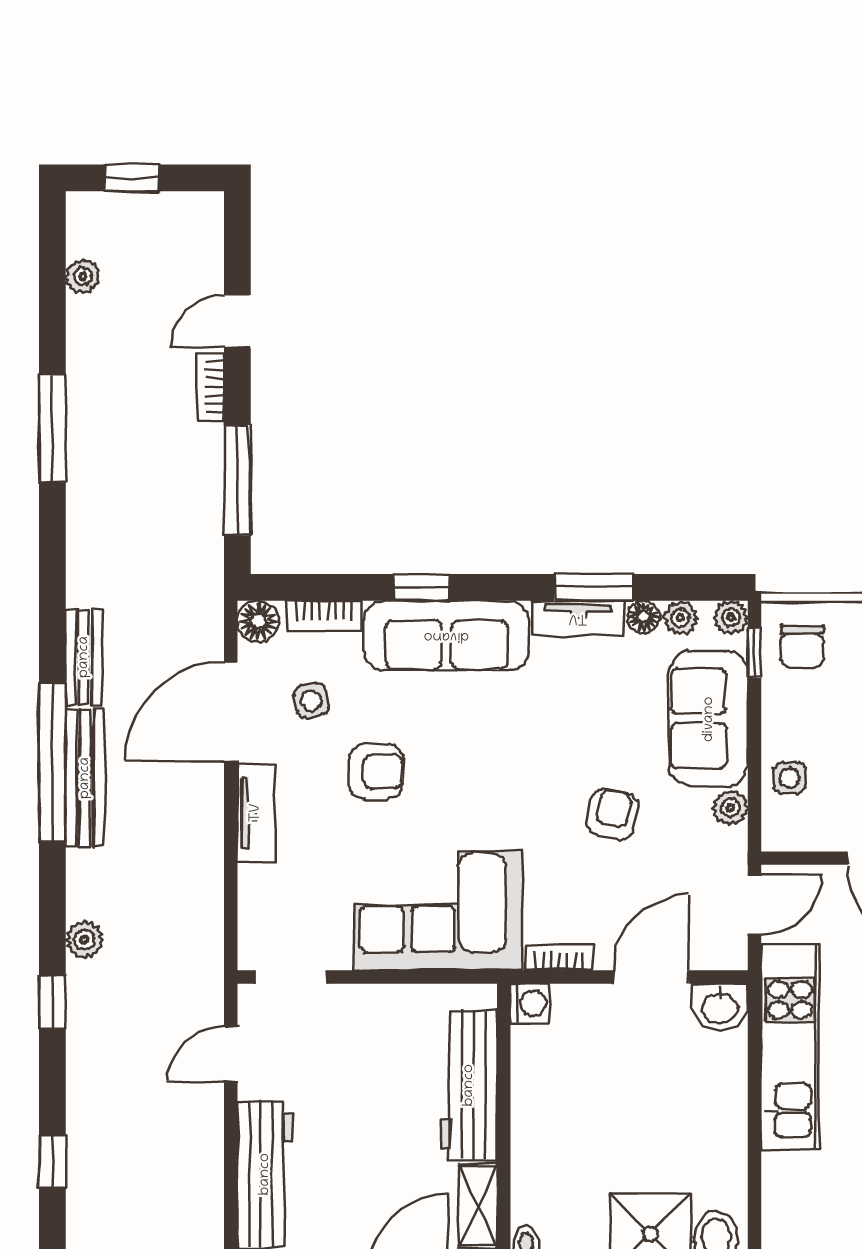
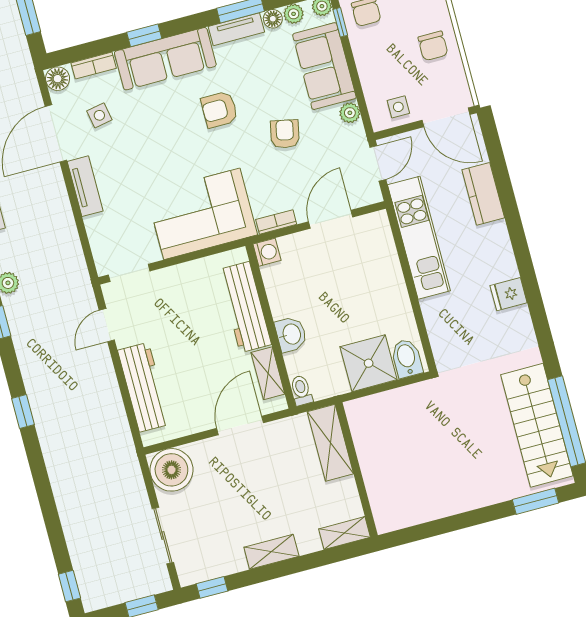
armchair: (376, 772) -> (219, 110), moved, turned 180
side table: (790, 778) -> (398, 107), moved
washbasin: (720, 1007) -> (291, 334), moved, turned -90

